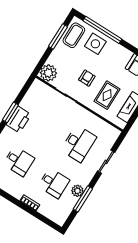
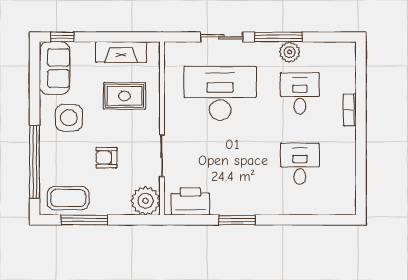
side table: (95, 44) -> (69, 118), moved
armchair: (87, 78) -> (107, 158), moved
printer: (19, 120) -> (190, 202), moved
desk: (79, 143) -> (220, 93), width x1.36, depth x1.30
window: (83, 199) -> (278, 37), moved

